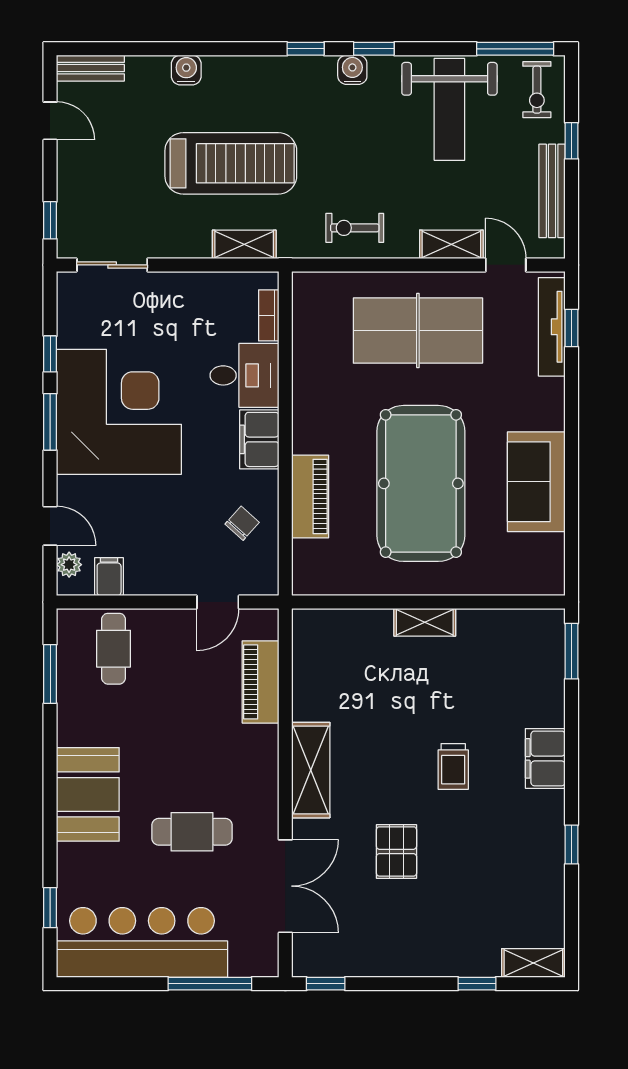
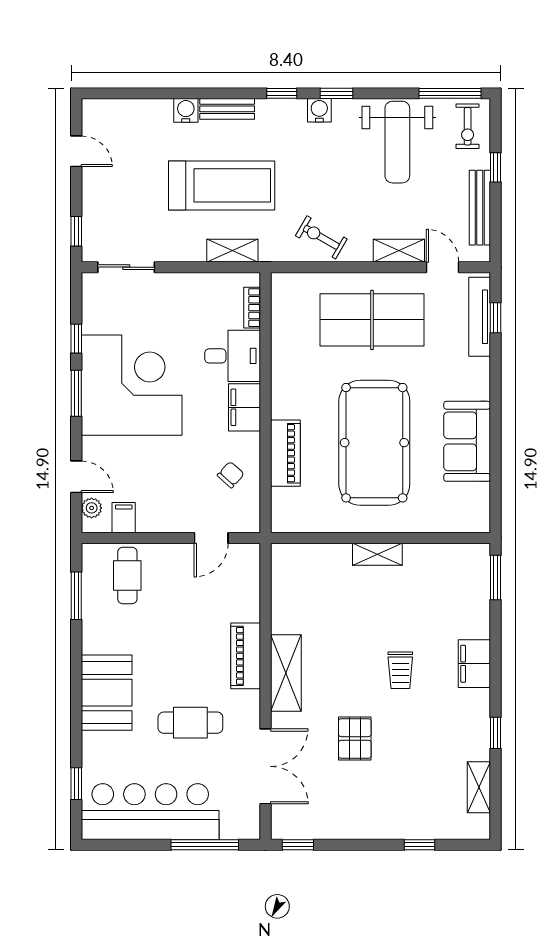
bench: (90, 68) -> (227, 109), moved
exercise bike: (355, 228) -> (321, 237), turned 30
piano: (261, 682) -> (246, 656), moved
shelving: (533, 963) -> (479, 787), moved, turned 90

